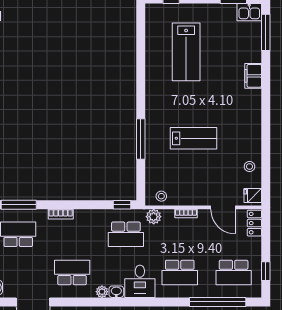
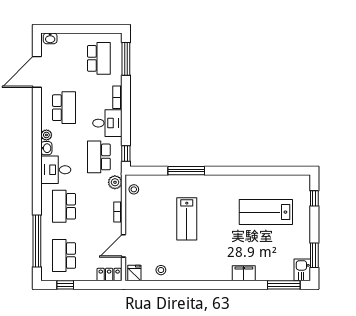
desk: (89, 225) -> (107, 123), added

